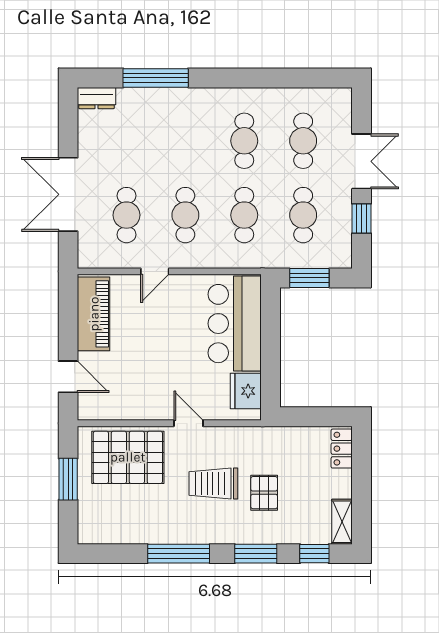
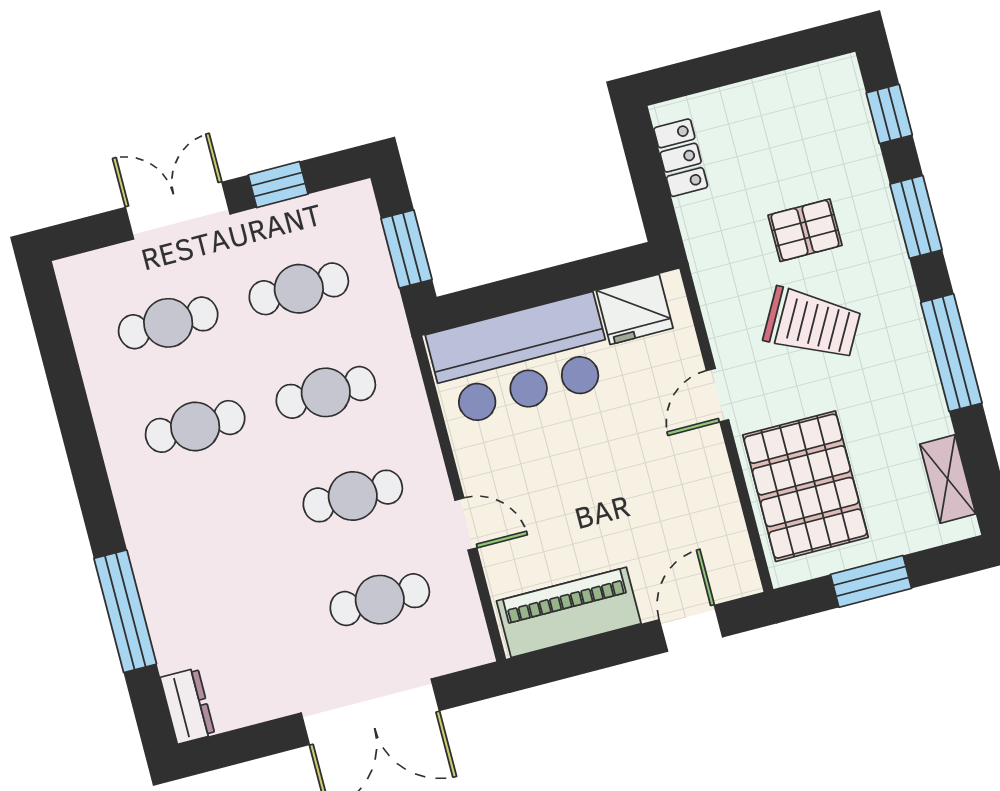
locker: (342, 449) -> (681, 158), moved, turned -90
trolley: (213, 483) -> (812, 324), turned -61
shelving: (342, 522) -> (948, 479), moved, turned 90

